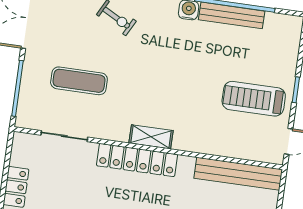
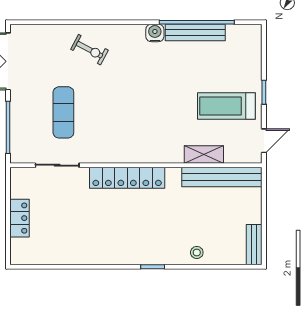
exercise mat: (79, 81) -> (63, 112), turned 90
shelving: (151, 137) -> (204, 154), moved

